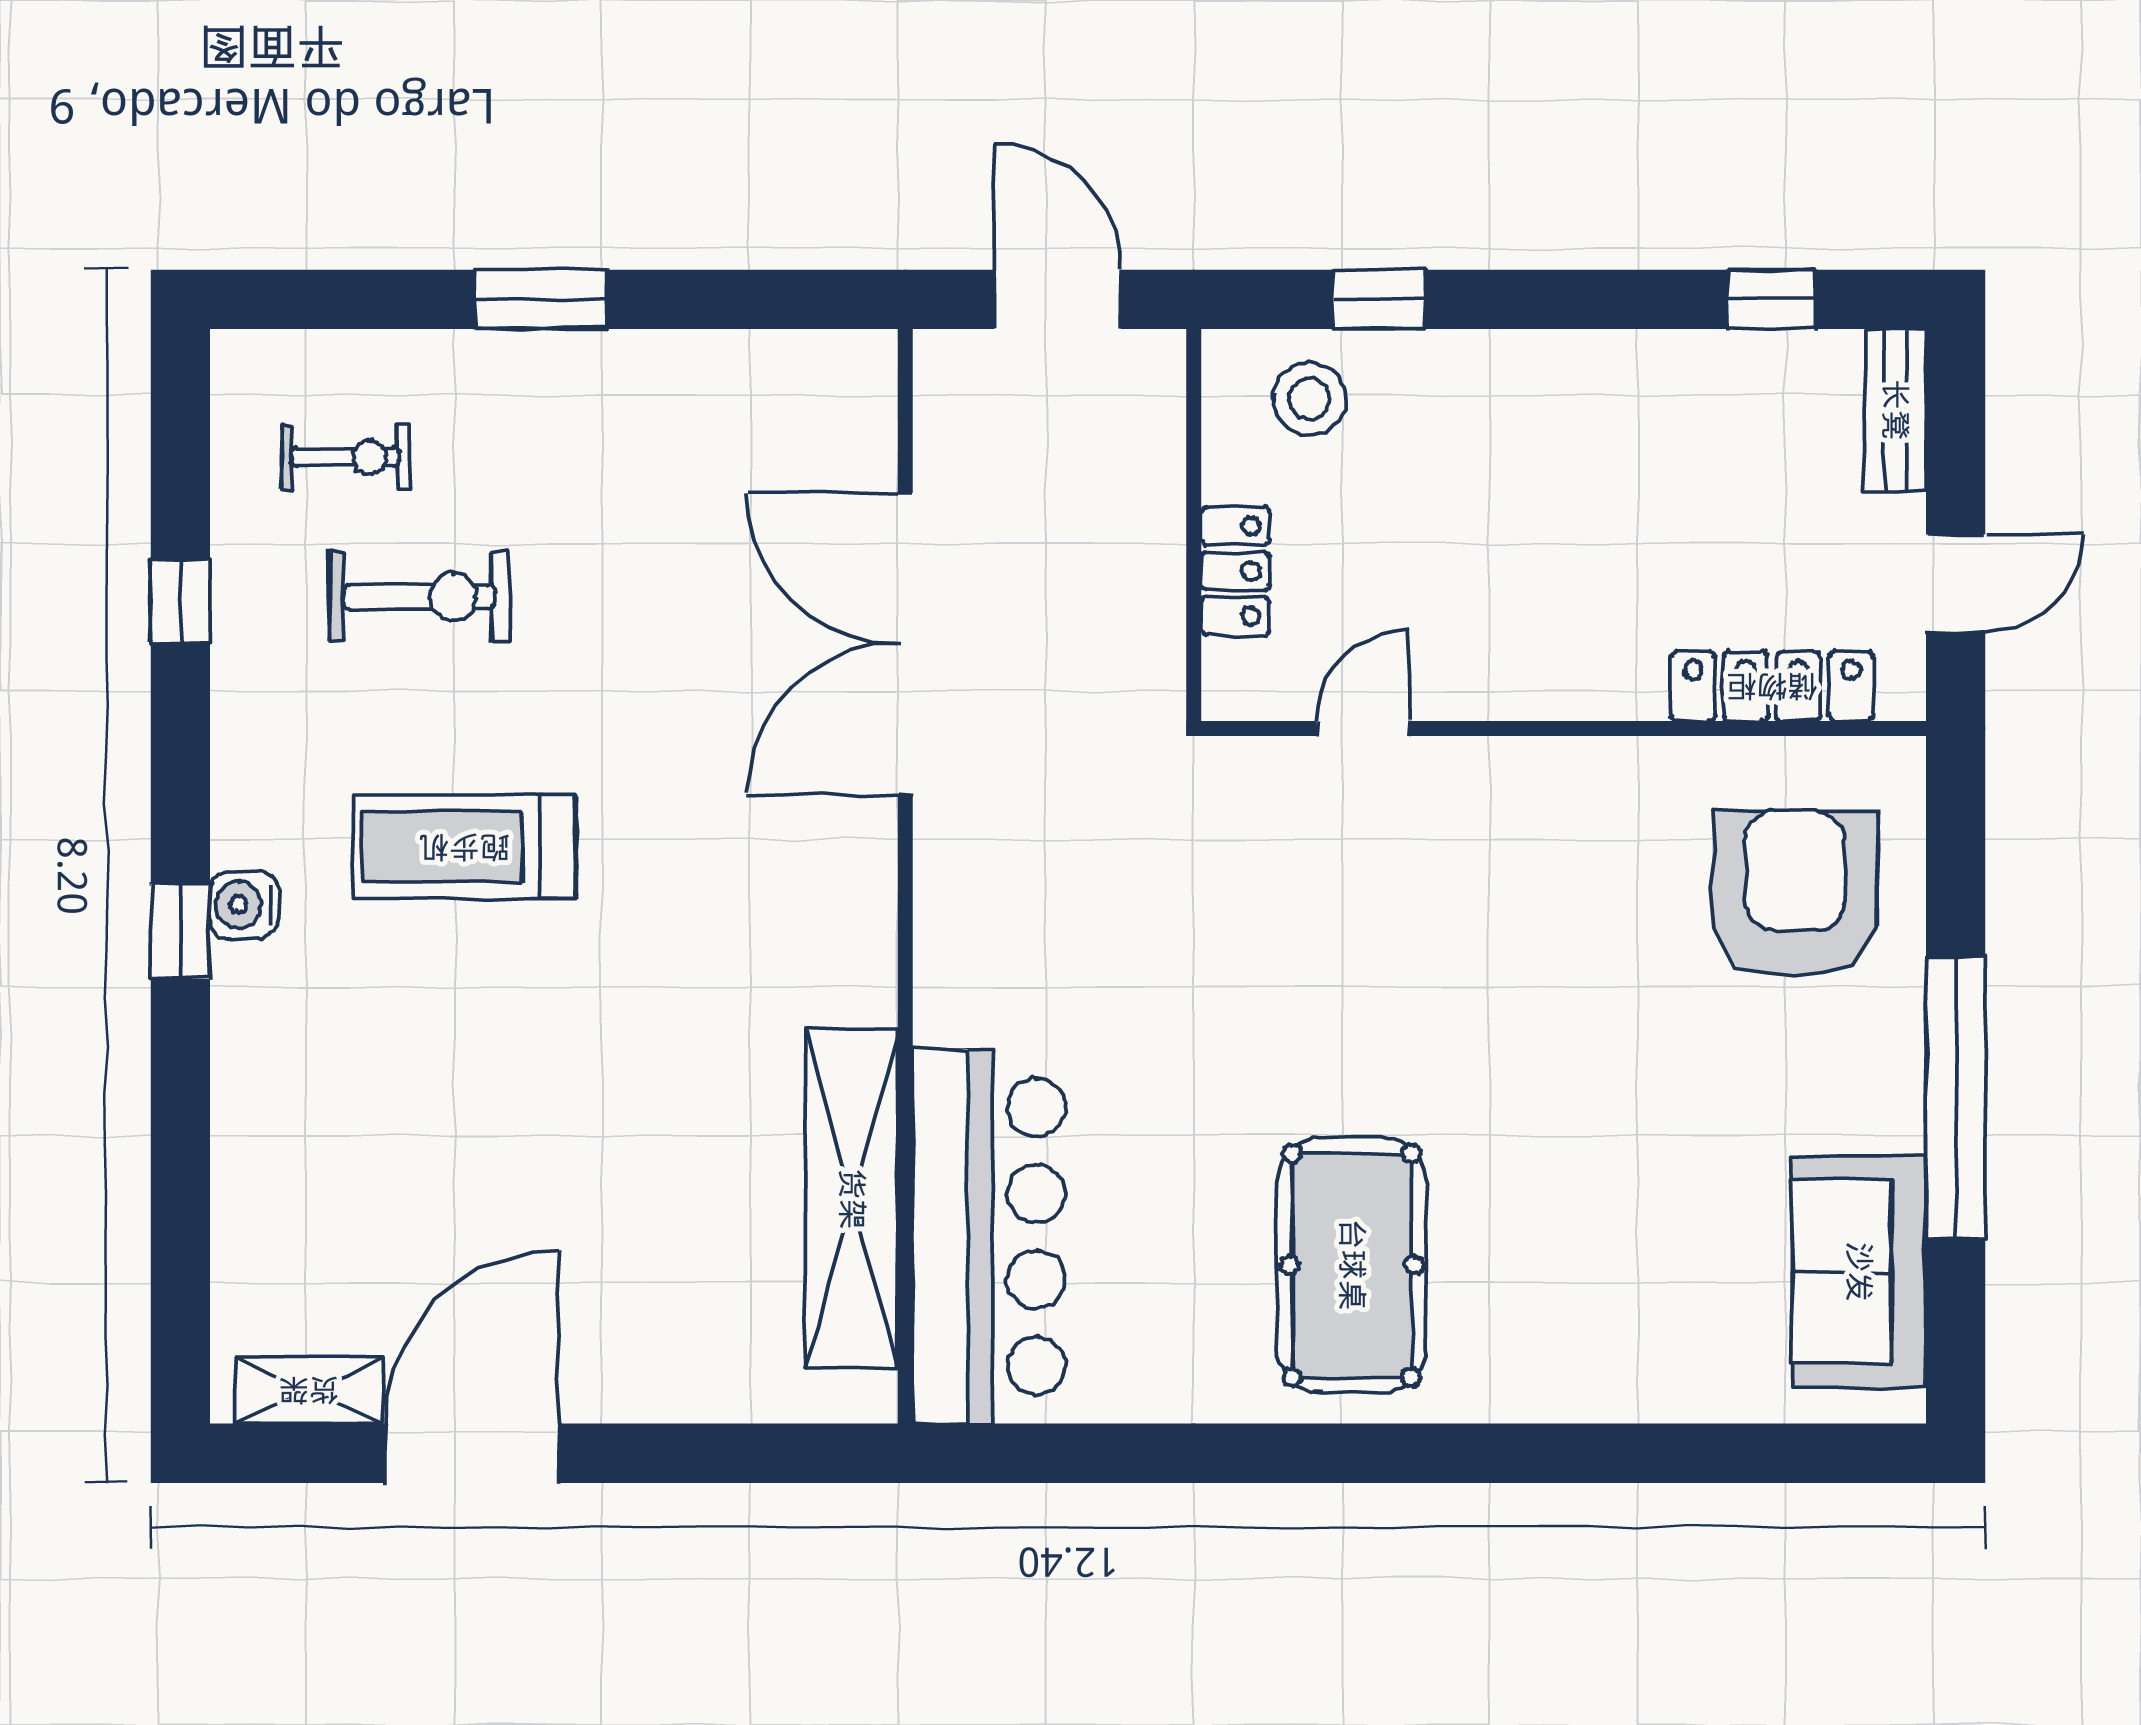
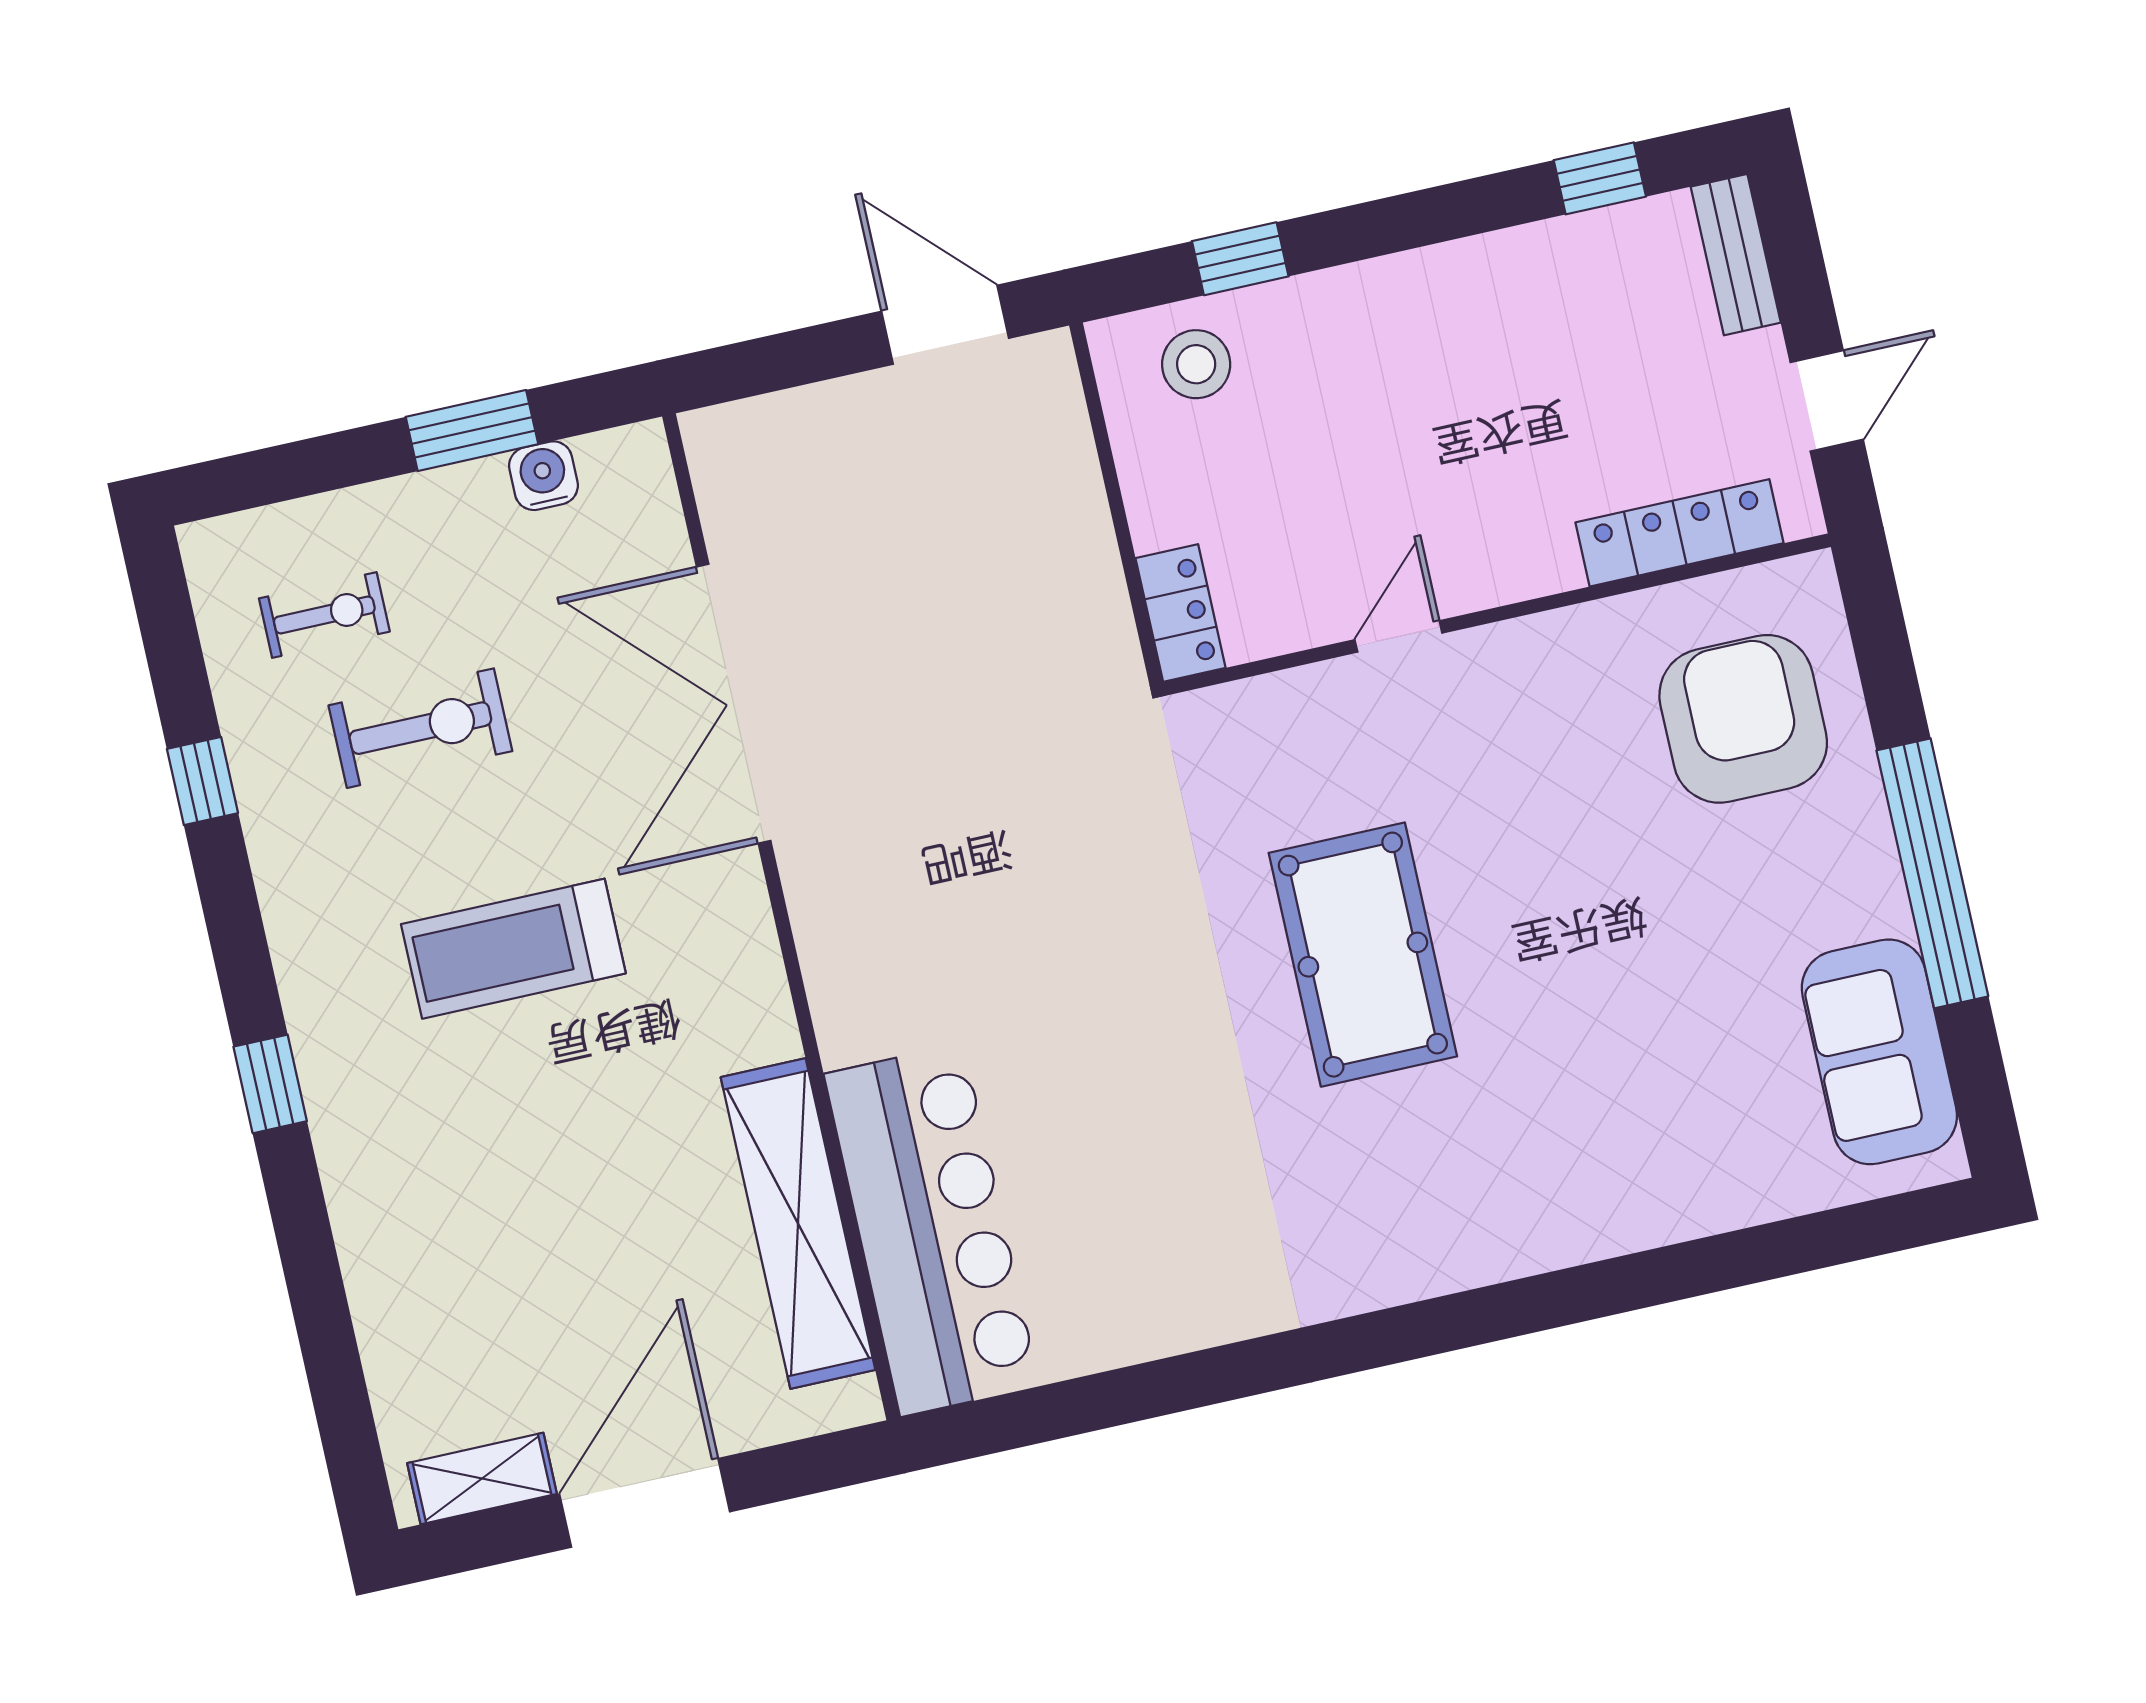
locker: (1235, 571) -> (1181, 613), moved
double door: (905, 644) -> (734, 704), moved
door: (1363, 728) -> (1398, 636), moved
wall: (905, 876) -> (781, 917), moved
water cooler: (244, 905) -> (543, 476), moved, turned 90
shelving: (852, 1199) -> (798, 1224), moved
bar counter: (989, 1236) -> (932, 1230), moved
pool table: (1352, 1265) -> (1363, 955), moved

